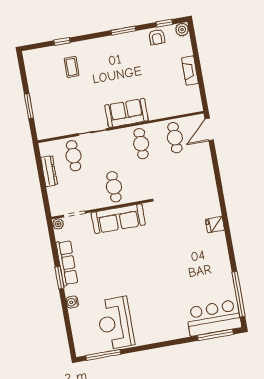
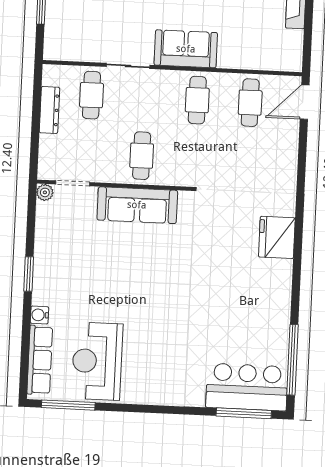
fridge: (215, 225) -> (277, 237), width x1.88, depth x1.34
row of seats: (67, 263) -> (40, 360), moved

